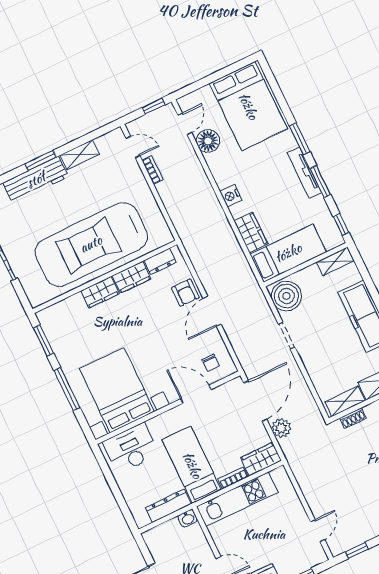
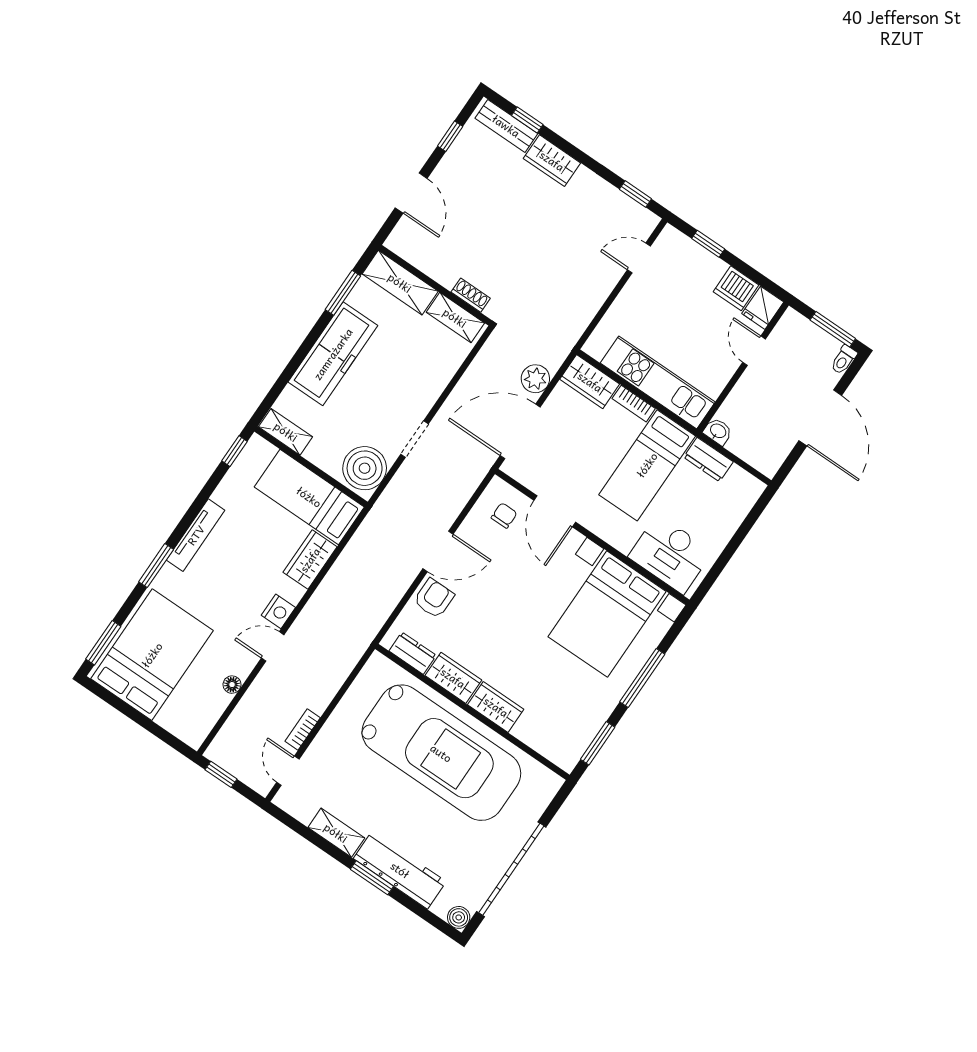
door: (185, 124) -> (273, 646), moved
floor lamp: (208, 141) -> (232, 685), width x0.53, depth x0.53
window: (320, 182) -> (103, 643), moved
dresser: (168, 506) -> (708, 460), width x0.70

